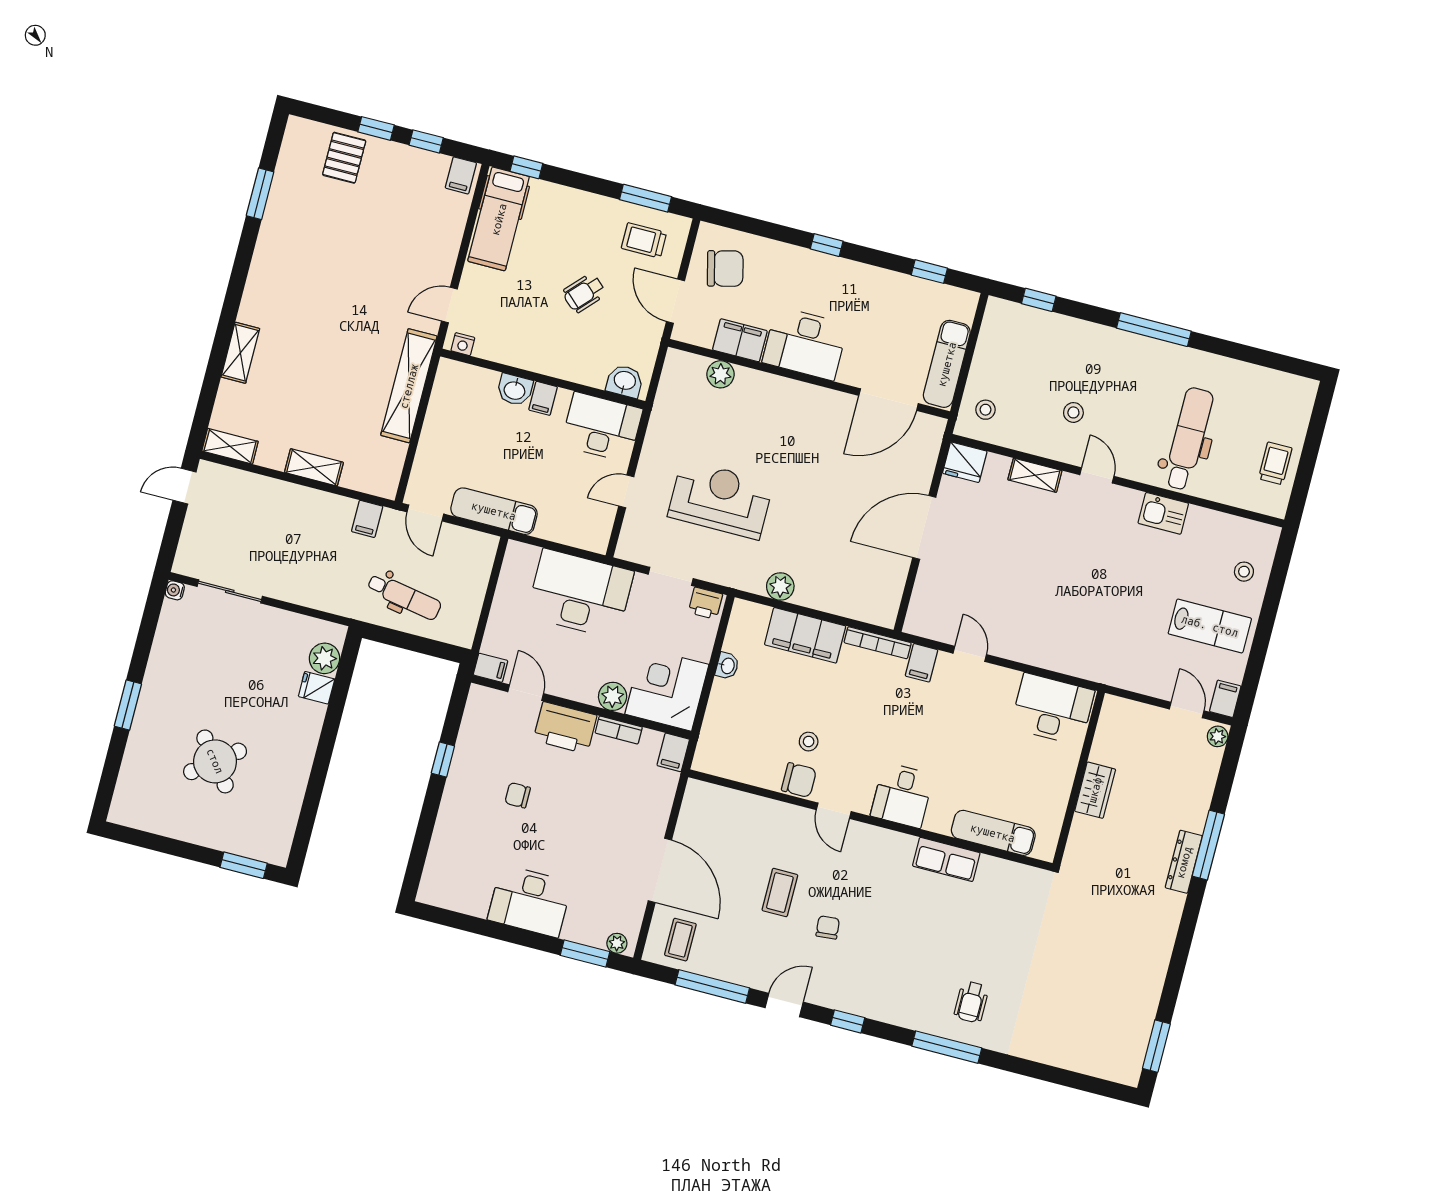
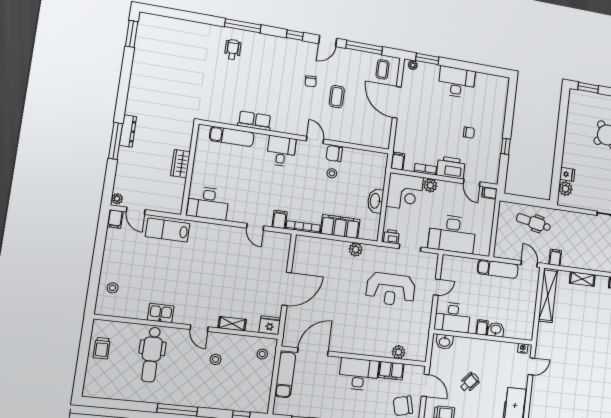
shelving: (409, 386) -> (548, 295), moved
lab bench: (1210, 626) -> (168, 230), moved
washbasin: (727, 666) -> (375, 201), width x1.91, depth x1.45

